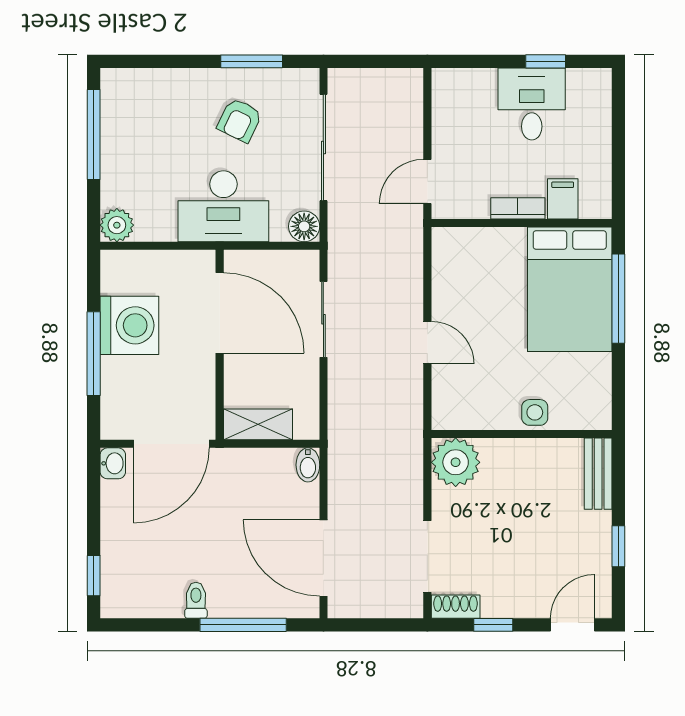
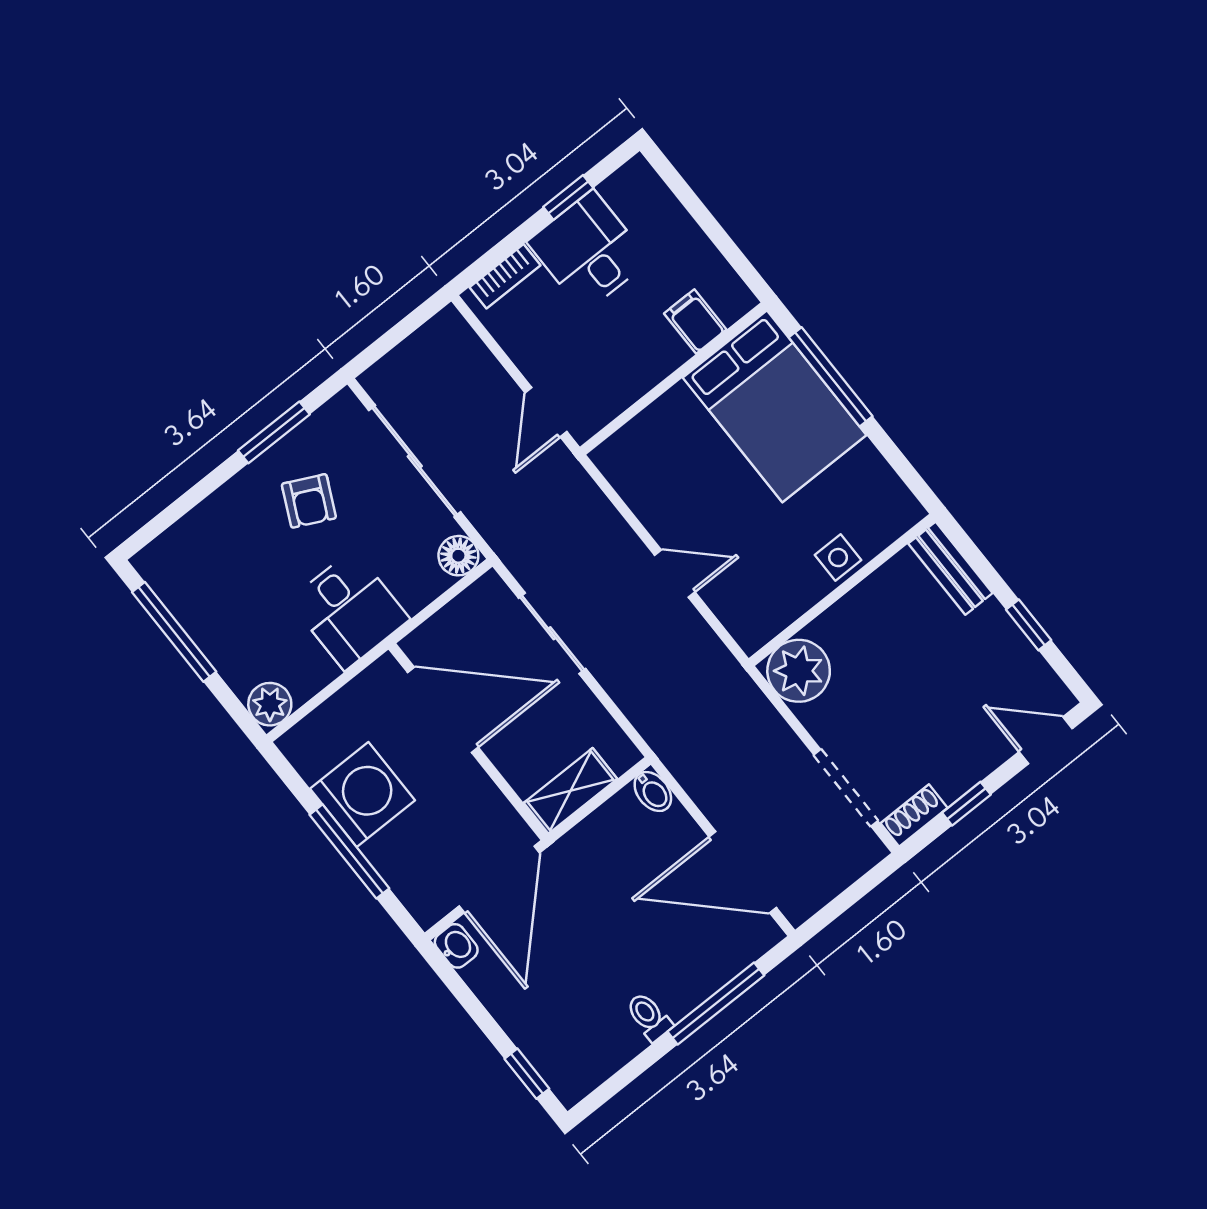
desk: (223, 206) -> (349, 610), width x0.73
bookcase: (518, 208) -> (505, 276), moved, turned 180
door: (572, 625) -> (1046, 740), hinge flipped

